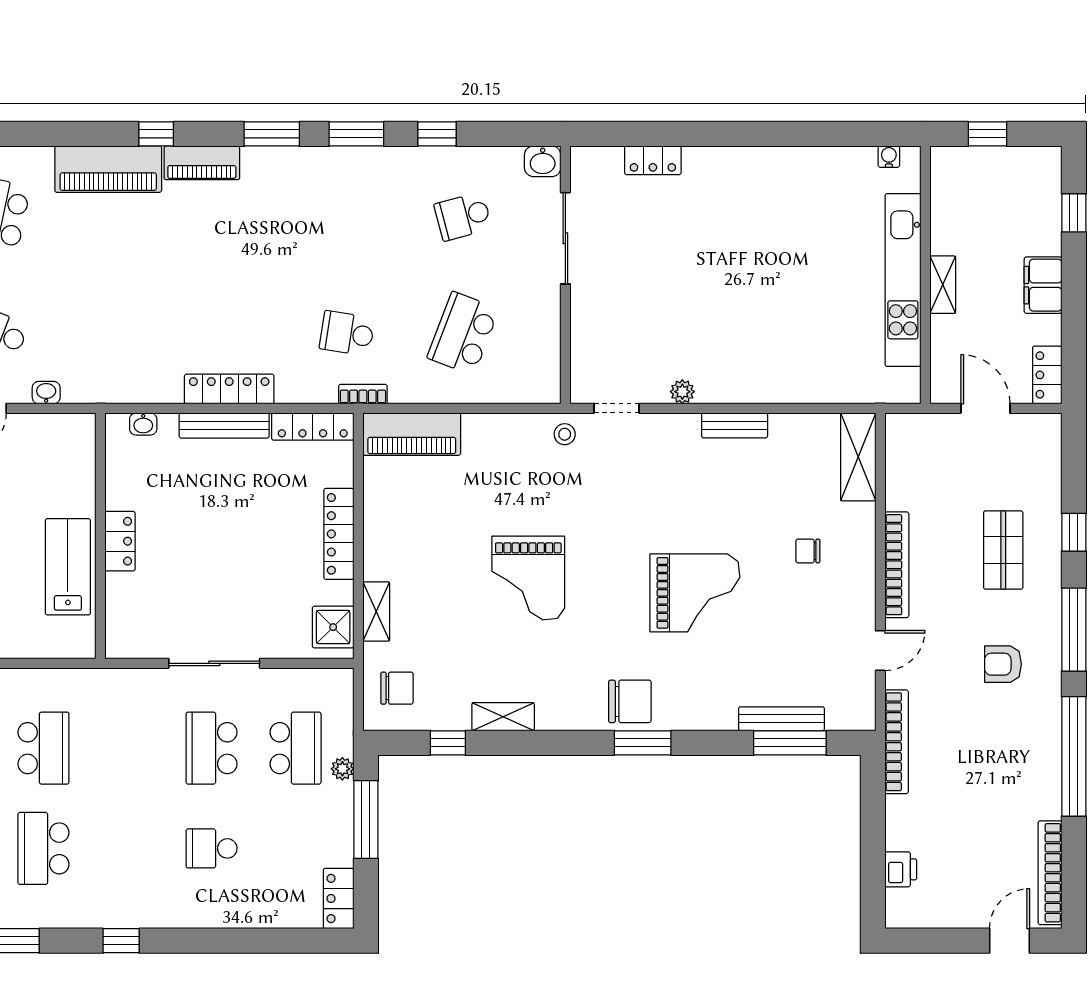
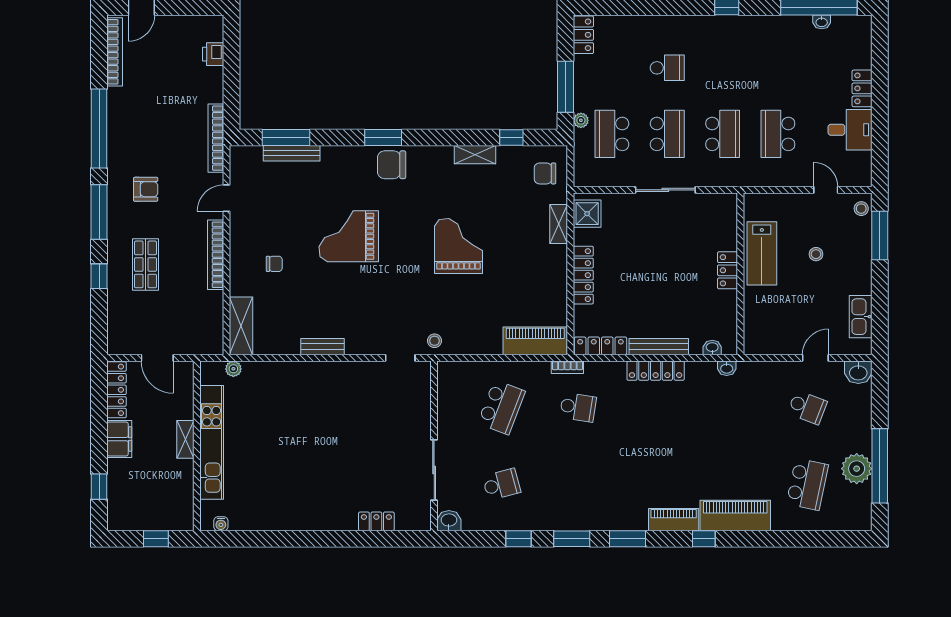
locker: (1047, 375) -> (117, 390), width x1.53
plant: (682, 392) -> (233, 369), moved
washbasin: (46, 393) -> (727, 368), moved
school desk: (43, 848) -> (723, 134), moved

